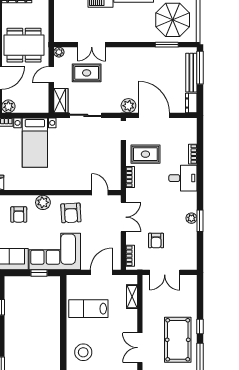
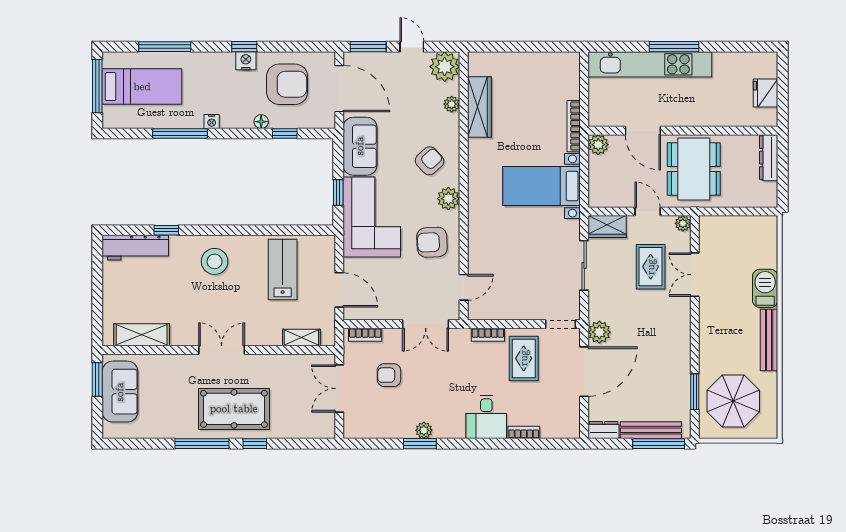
armchair: (19, 214) -> (430, 161), turned 137

